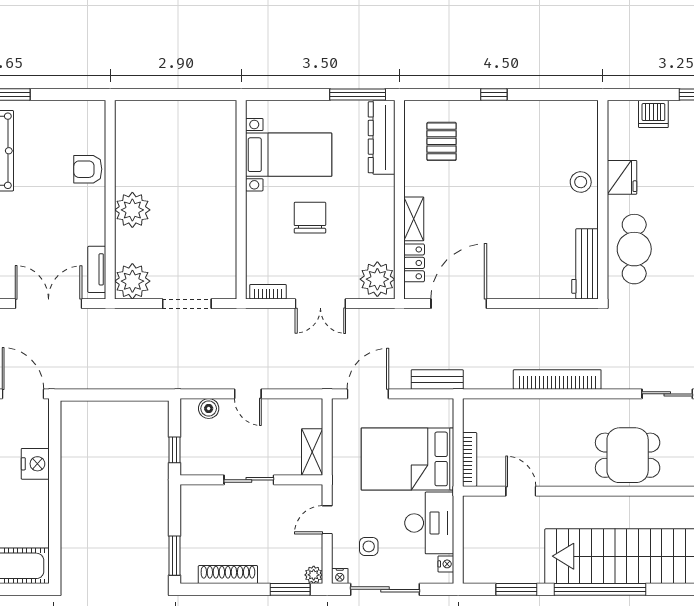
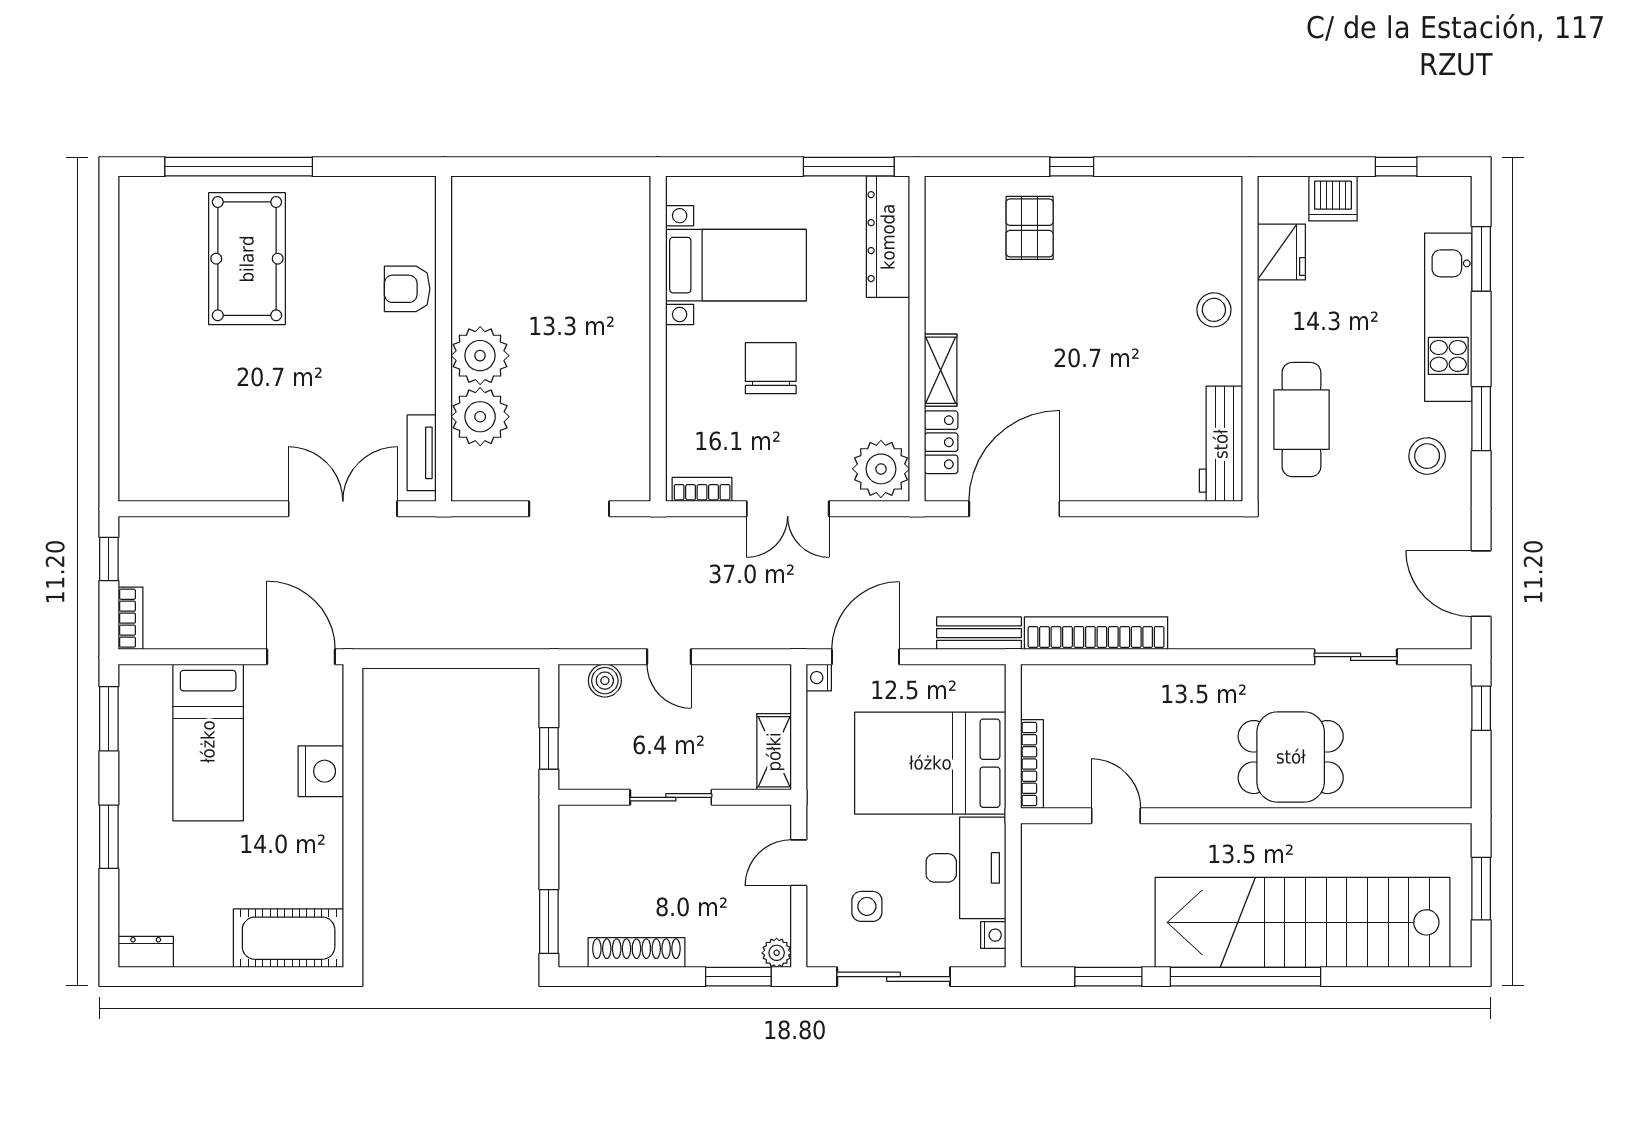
pallet: (442, 141) -> (1030, 228), moved
fridge: (622, 177) -> (1281, 252), moved
plant: (132, 281) -> (480, 417), moved
bookcase: (557, 379) -> (1096, 633), moved
nightstand: (340, 576) -> (819, 678), moved, turned 90

